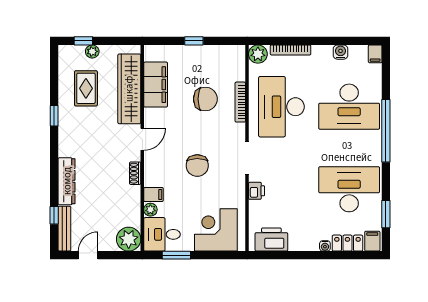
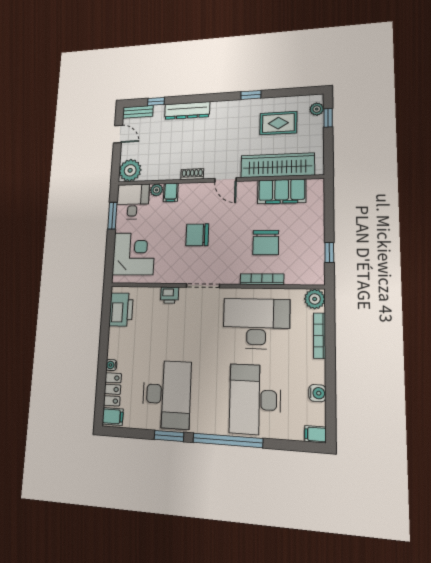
window: (194, 41) -> (329, 252), moved
plant: (92, 51) -> (317, 109), moved
window: (386, 214) -> (169, 436), moved
bench: (64, 229) -> (138, 112), width x0.73

